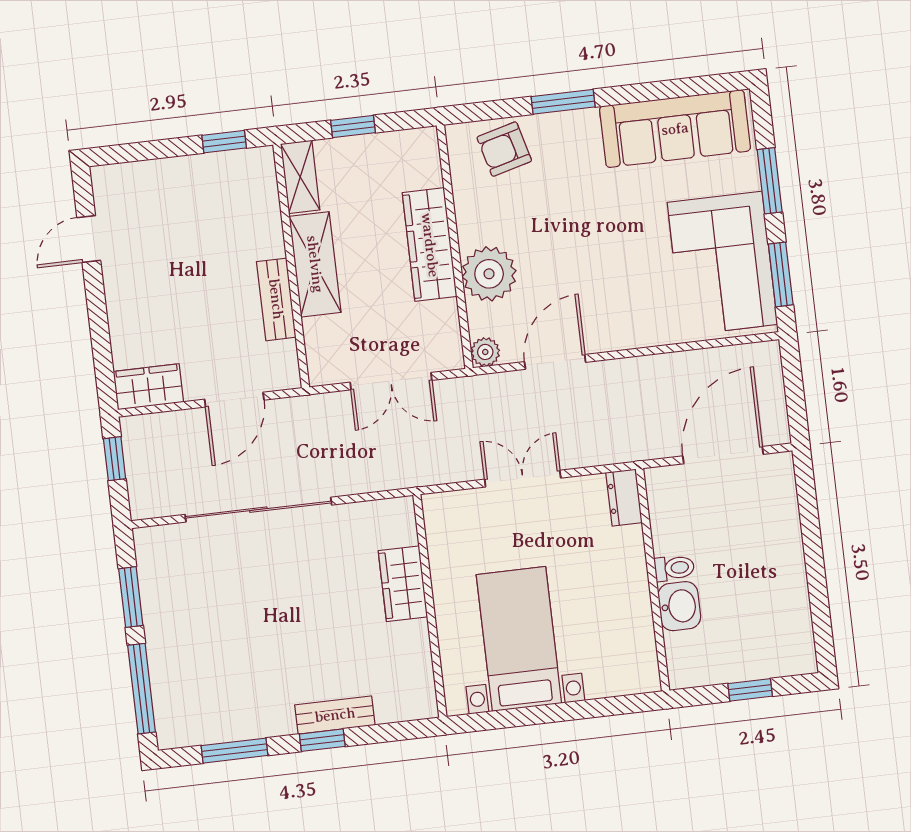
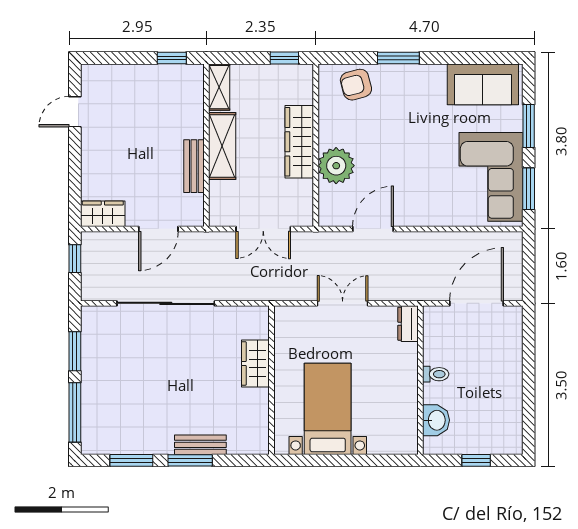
window: (353, 126) -> (284, 58), moved
sofa: (675, 129) -> (483, 84), width x0.73
plant: (485, 352) -> (328, 217), removed
washbasin: (679, 606) -> (436, 420), moved
window: (322, 740) -> (190, 460), width x1.50

